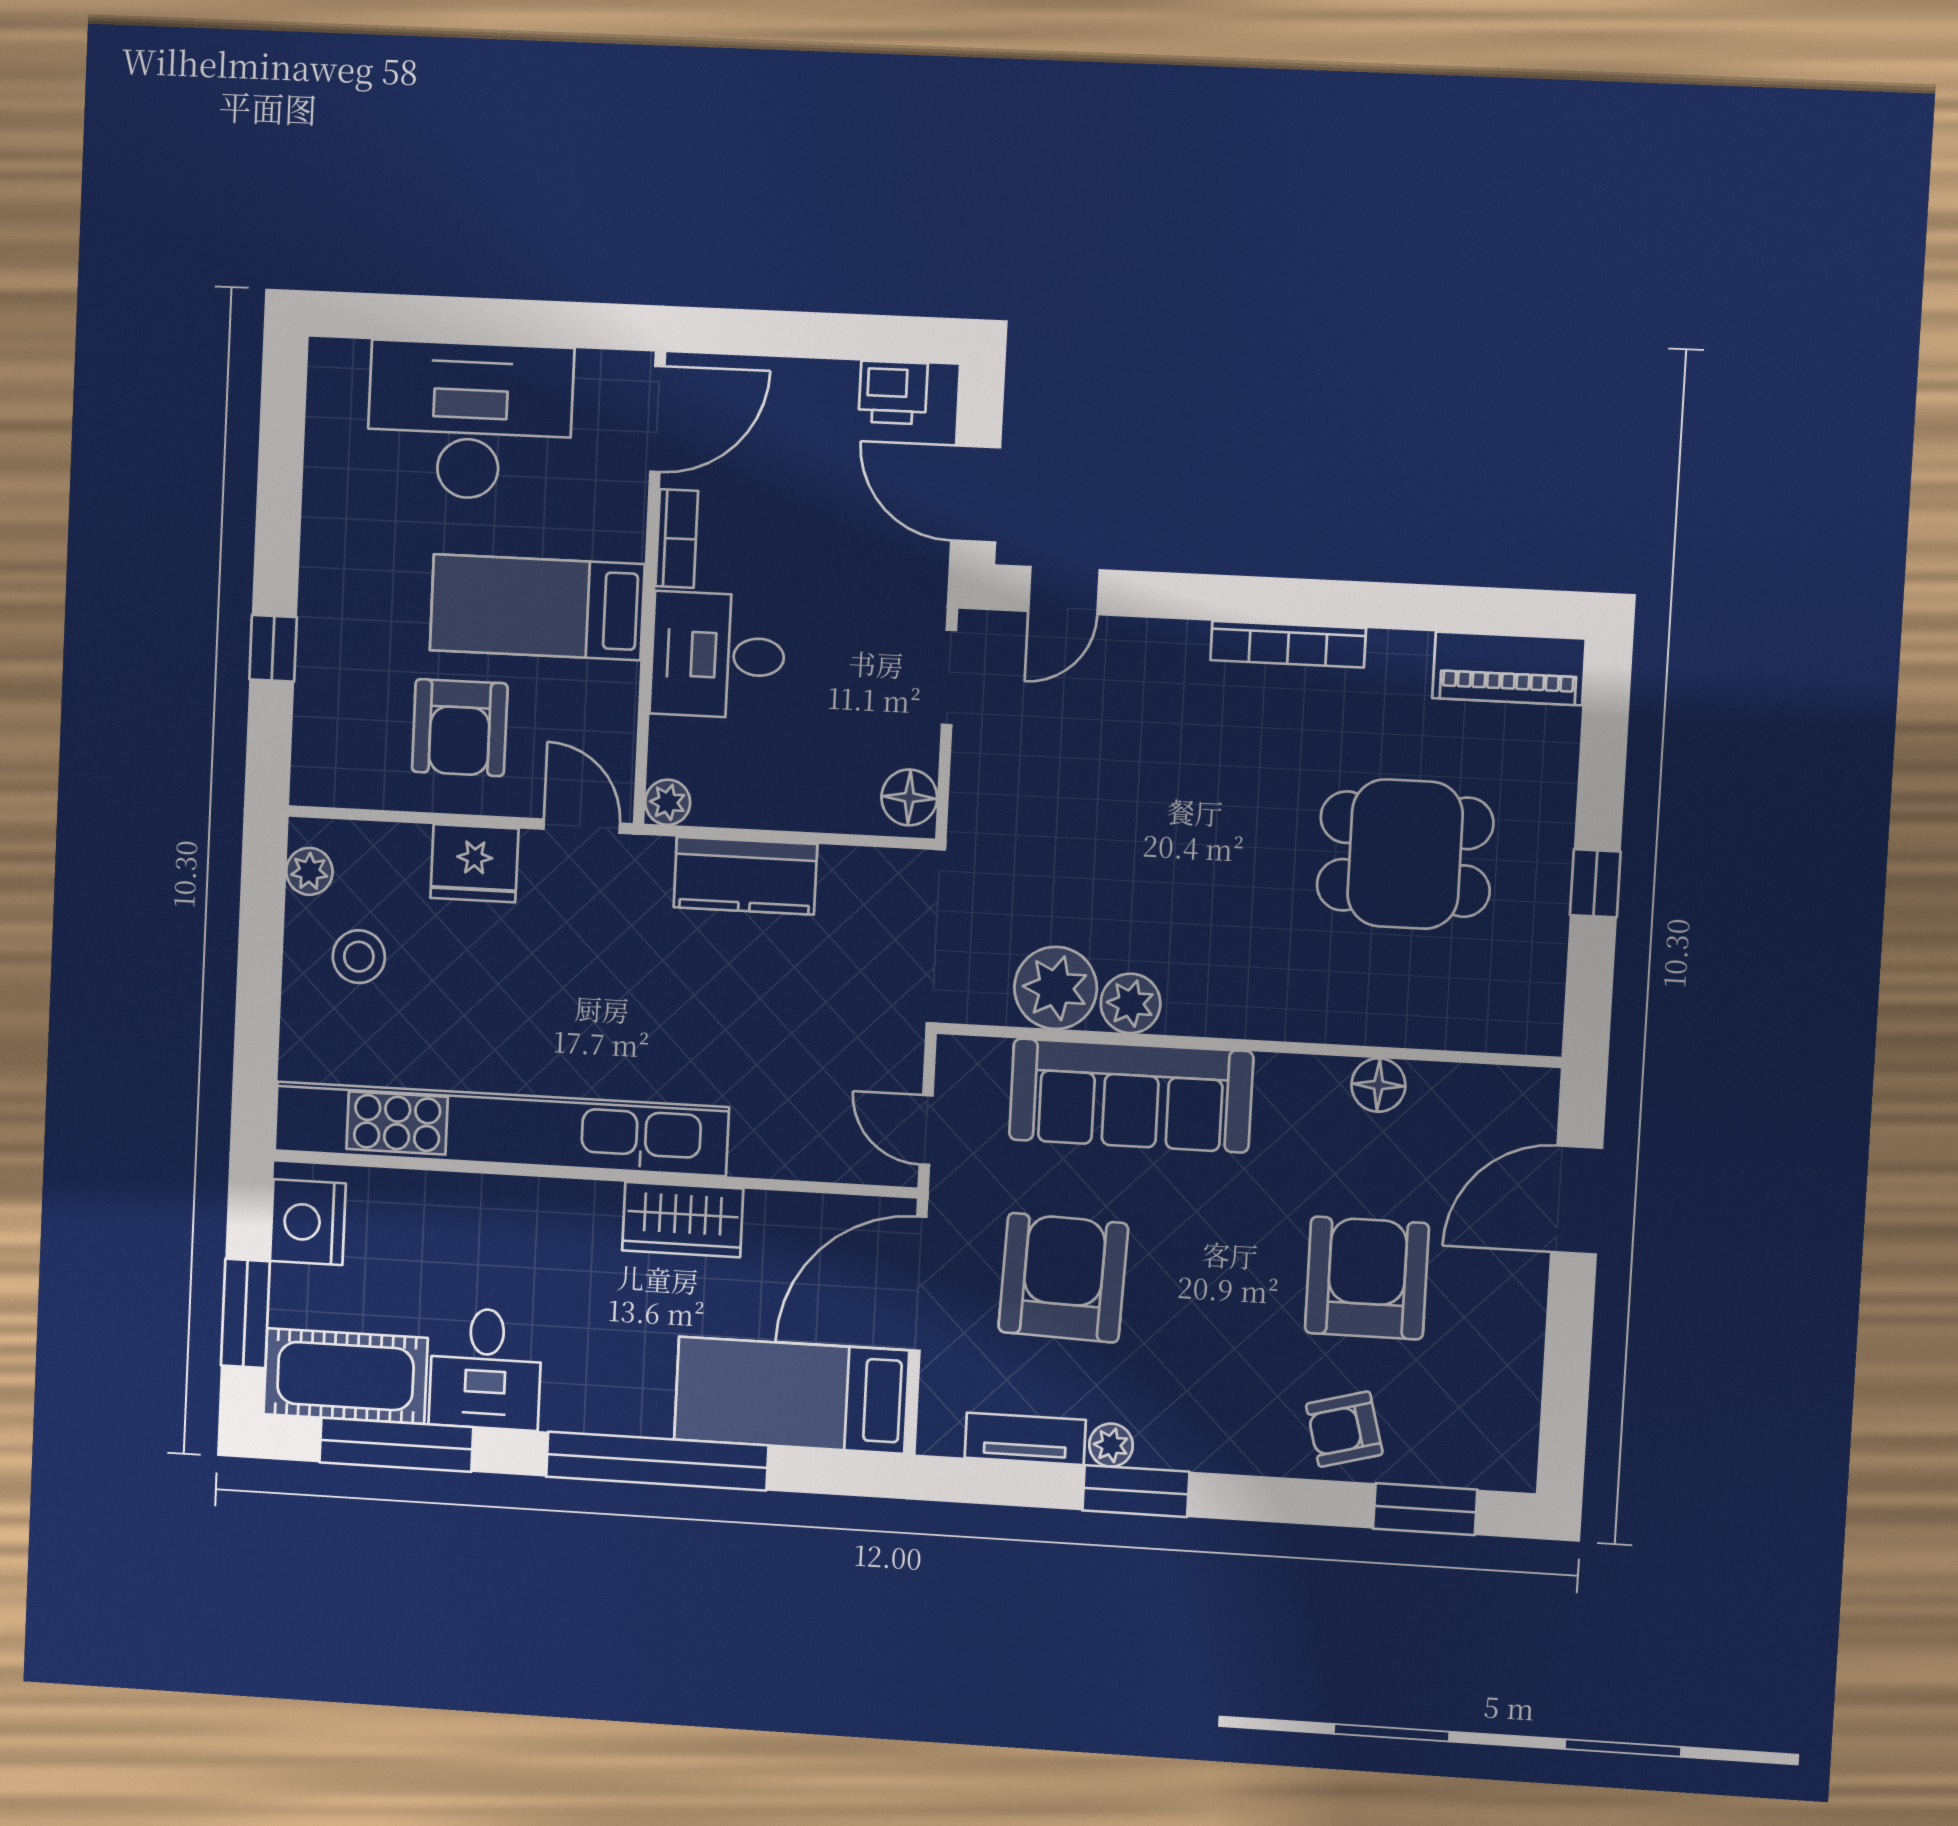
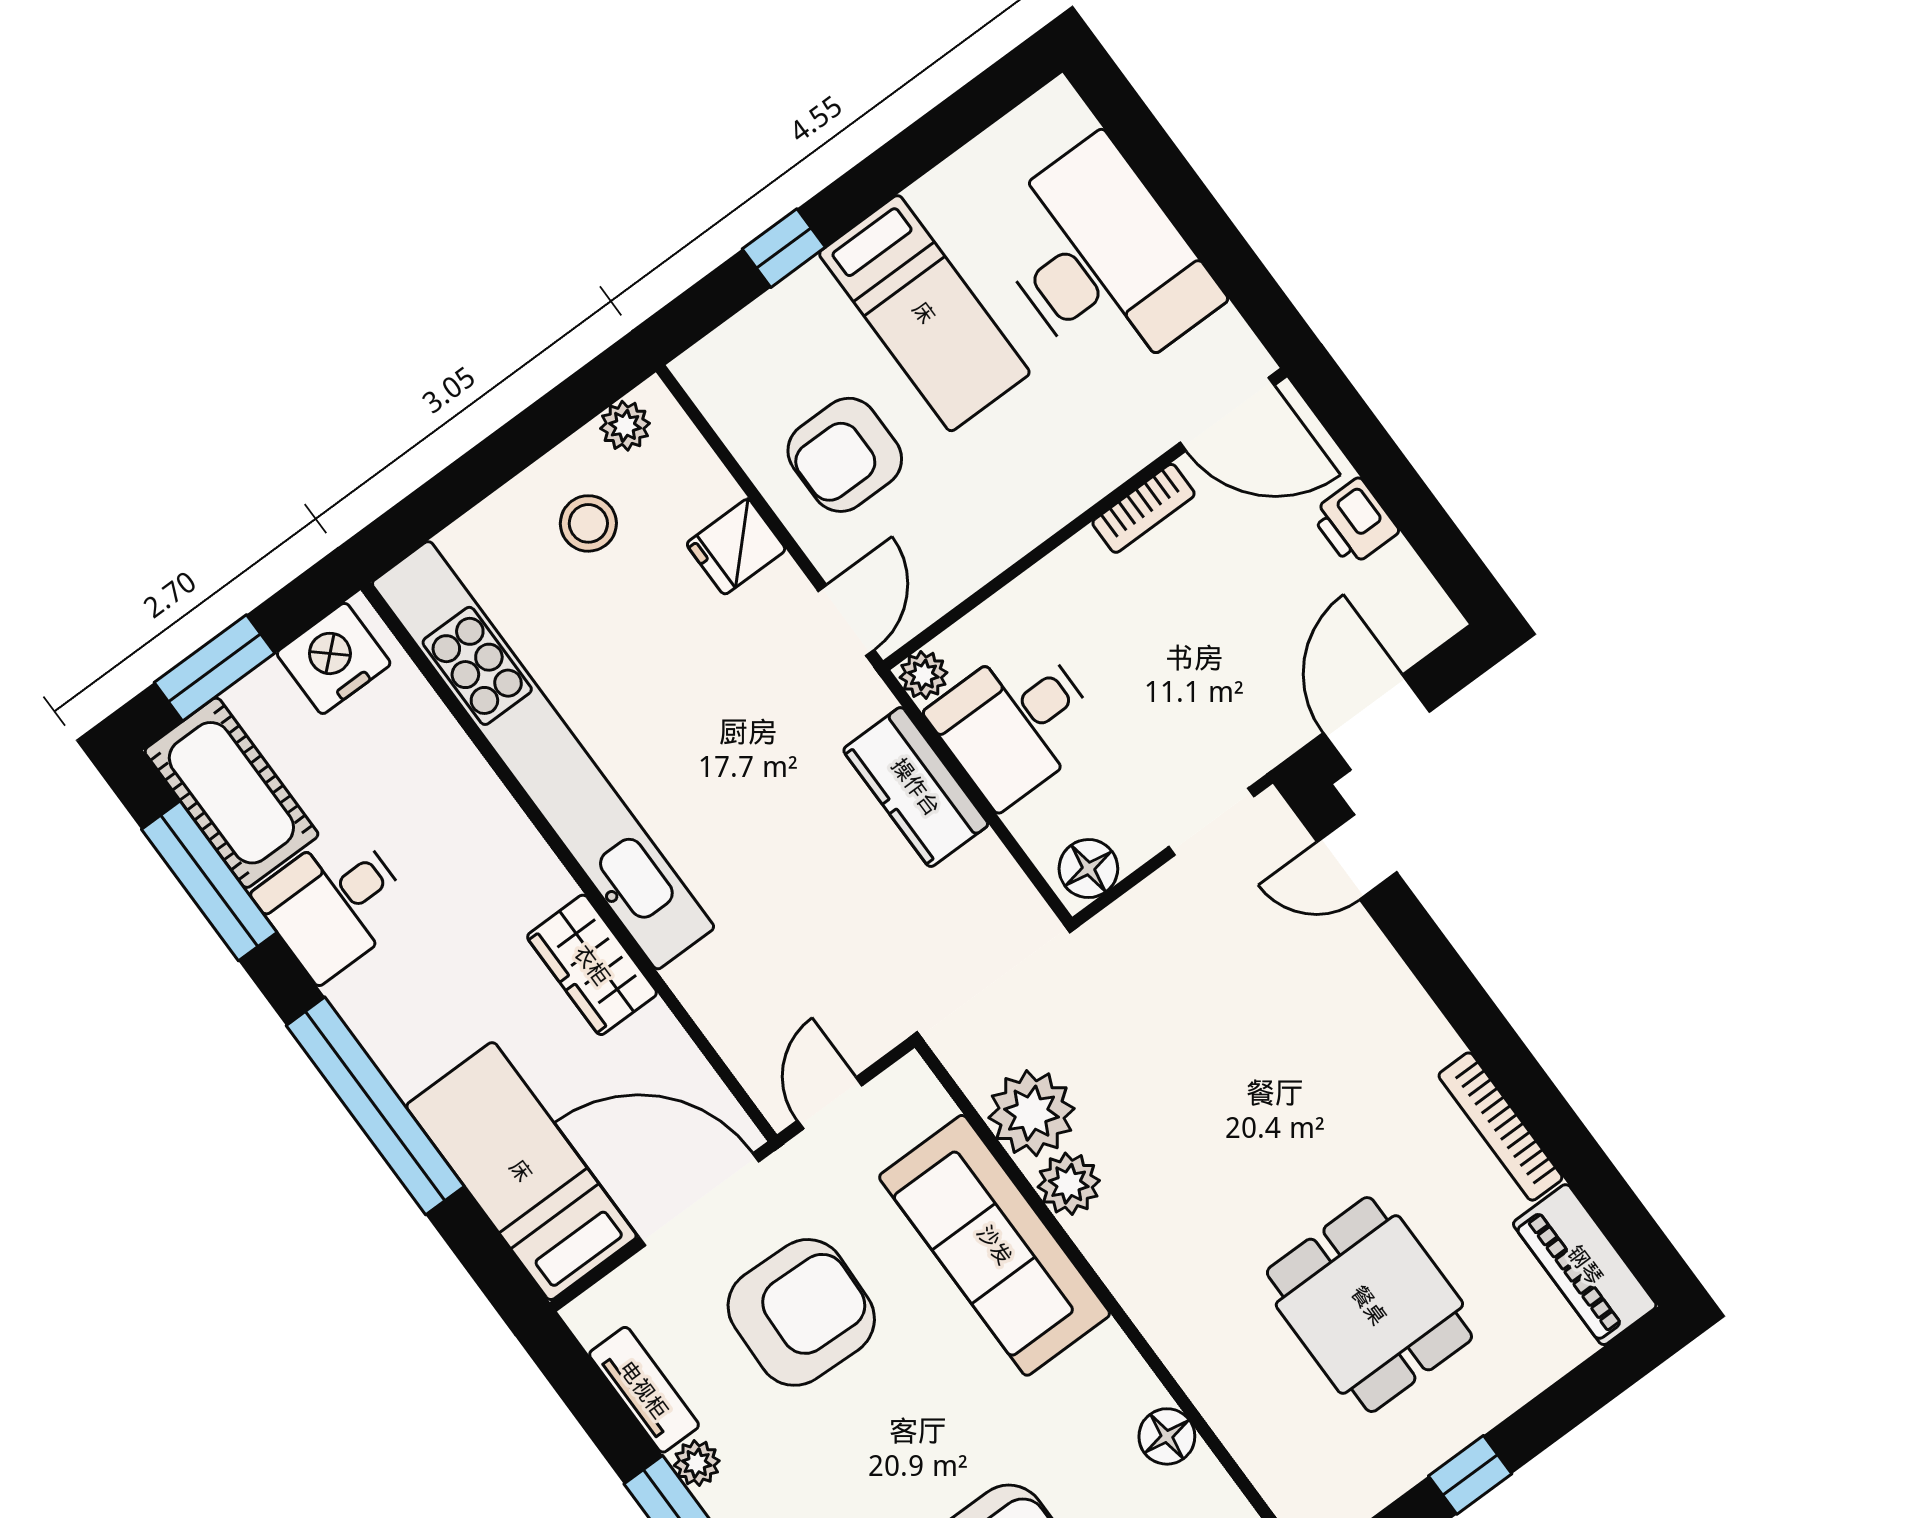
printer: (893, 393) -> (1355, 522), moved
bed: (537, 607) -> (924, 313), moved, turned 180
bookcase: (1288, 644) -> (1500, 1127), moved
desk: (718, 655) -> (1015, 723), moved, turned -90
fridge: (474, 863) -> (736, 547), width x0.72

